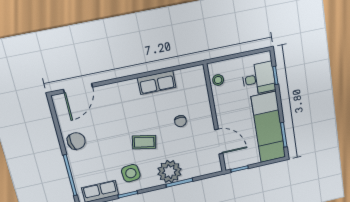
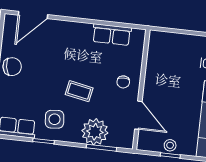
stool: (218, 80) -> (170, 145), moved
wall: (215, 119) -> (141, 90), moved
door: (219, 142) -> (138, 115), moved

